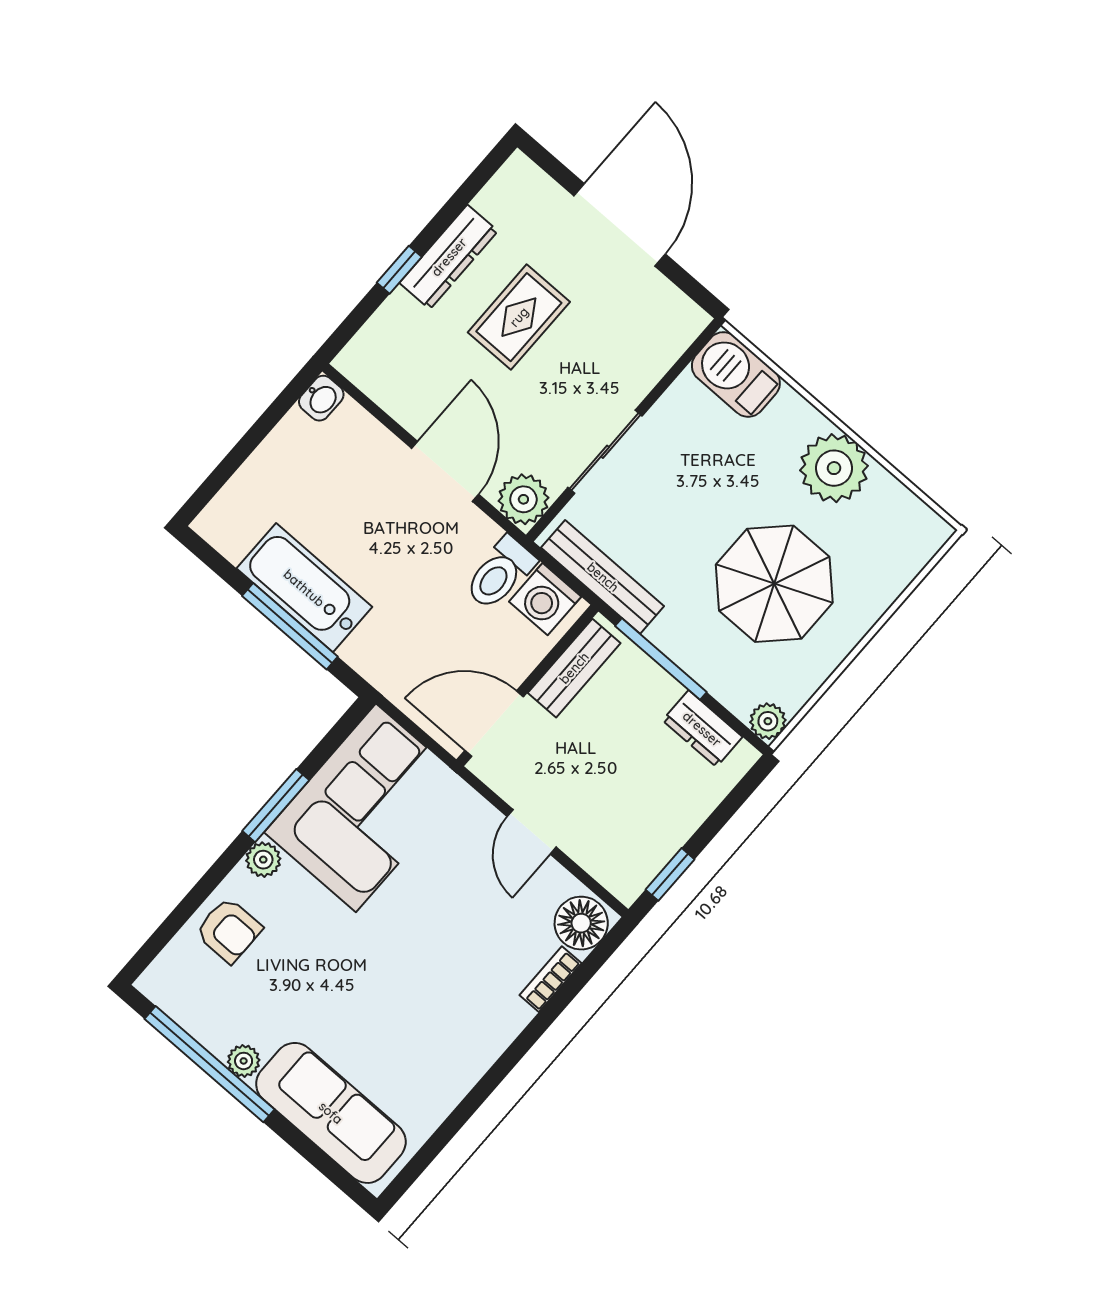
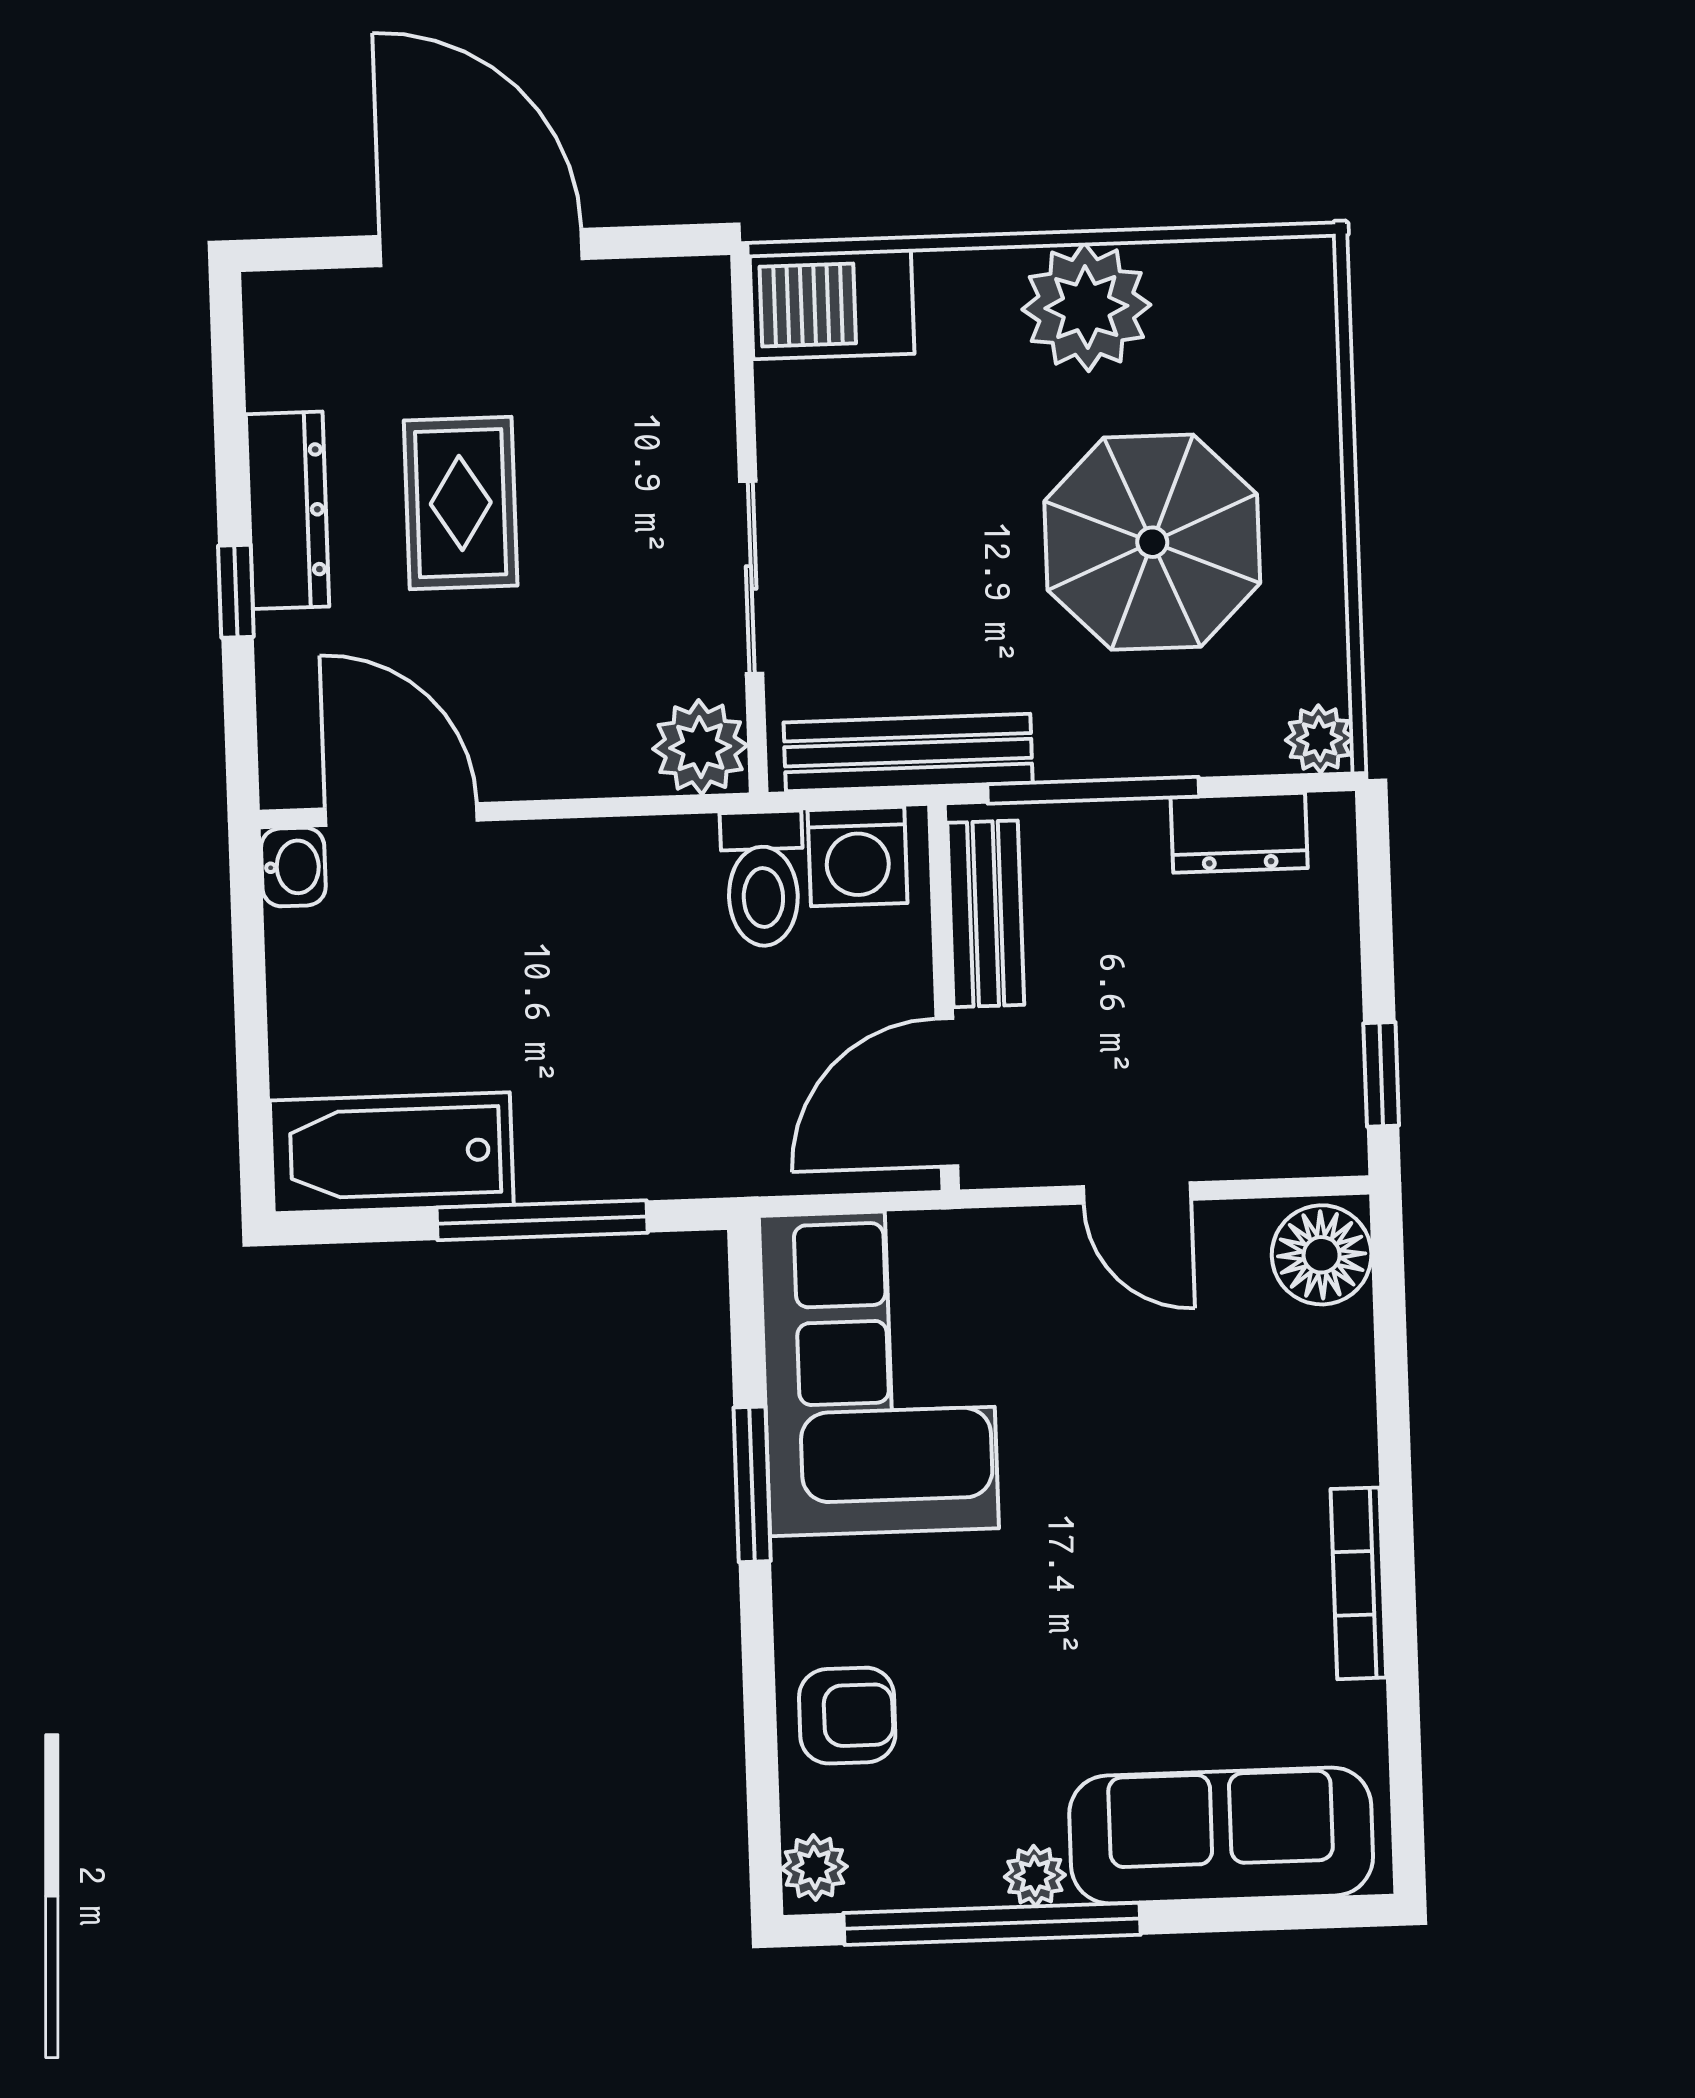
door: (445, 471) -> (401, 815), moved
bathtub: (304, 588) -> (392, 1153), moved
plant: (263, 860) -> (814, 1868), moved
bookcase: (550, 979) -> (1358, 1583), moved, width x1.56

